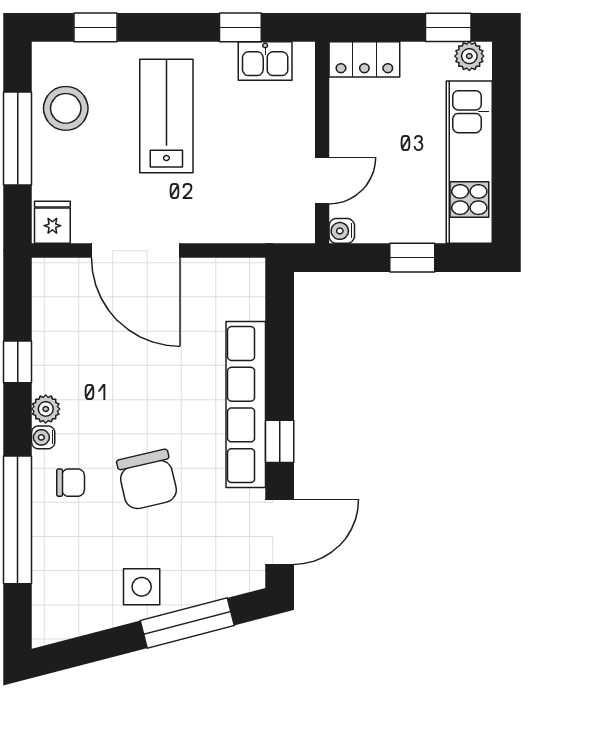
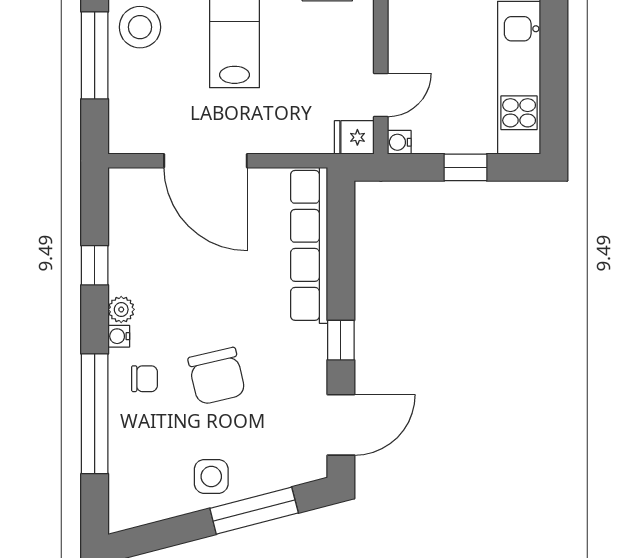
fridge: (52, 222) -> (354, 137), moved, turned -90
row of seats: (246, 405) -> (309, 245), moved

